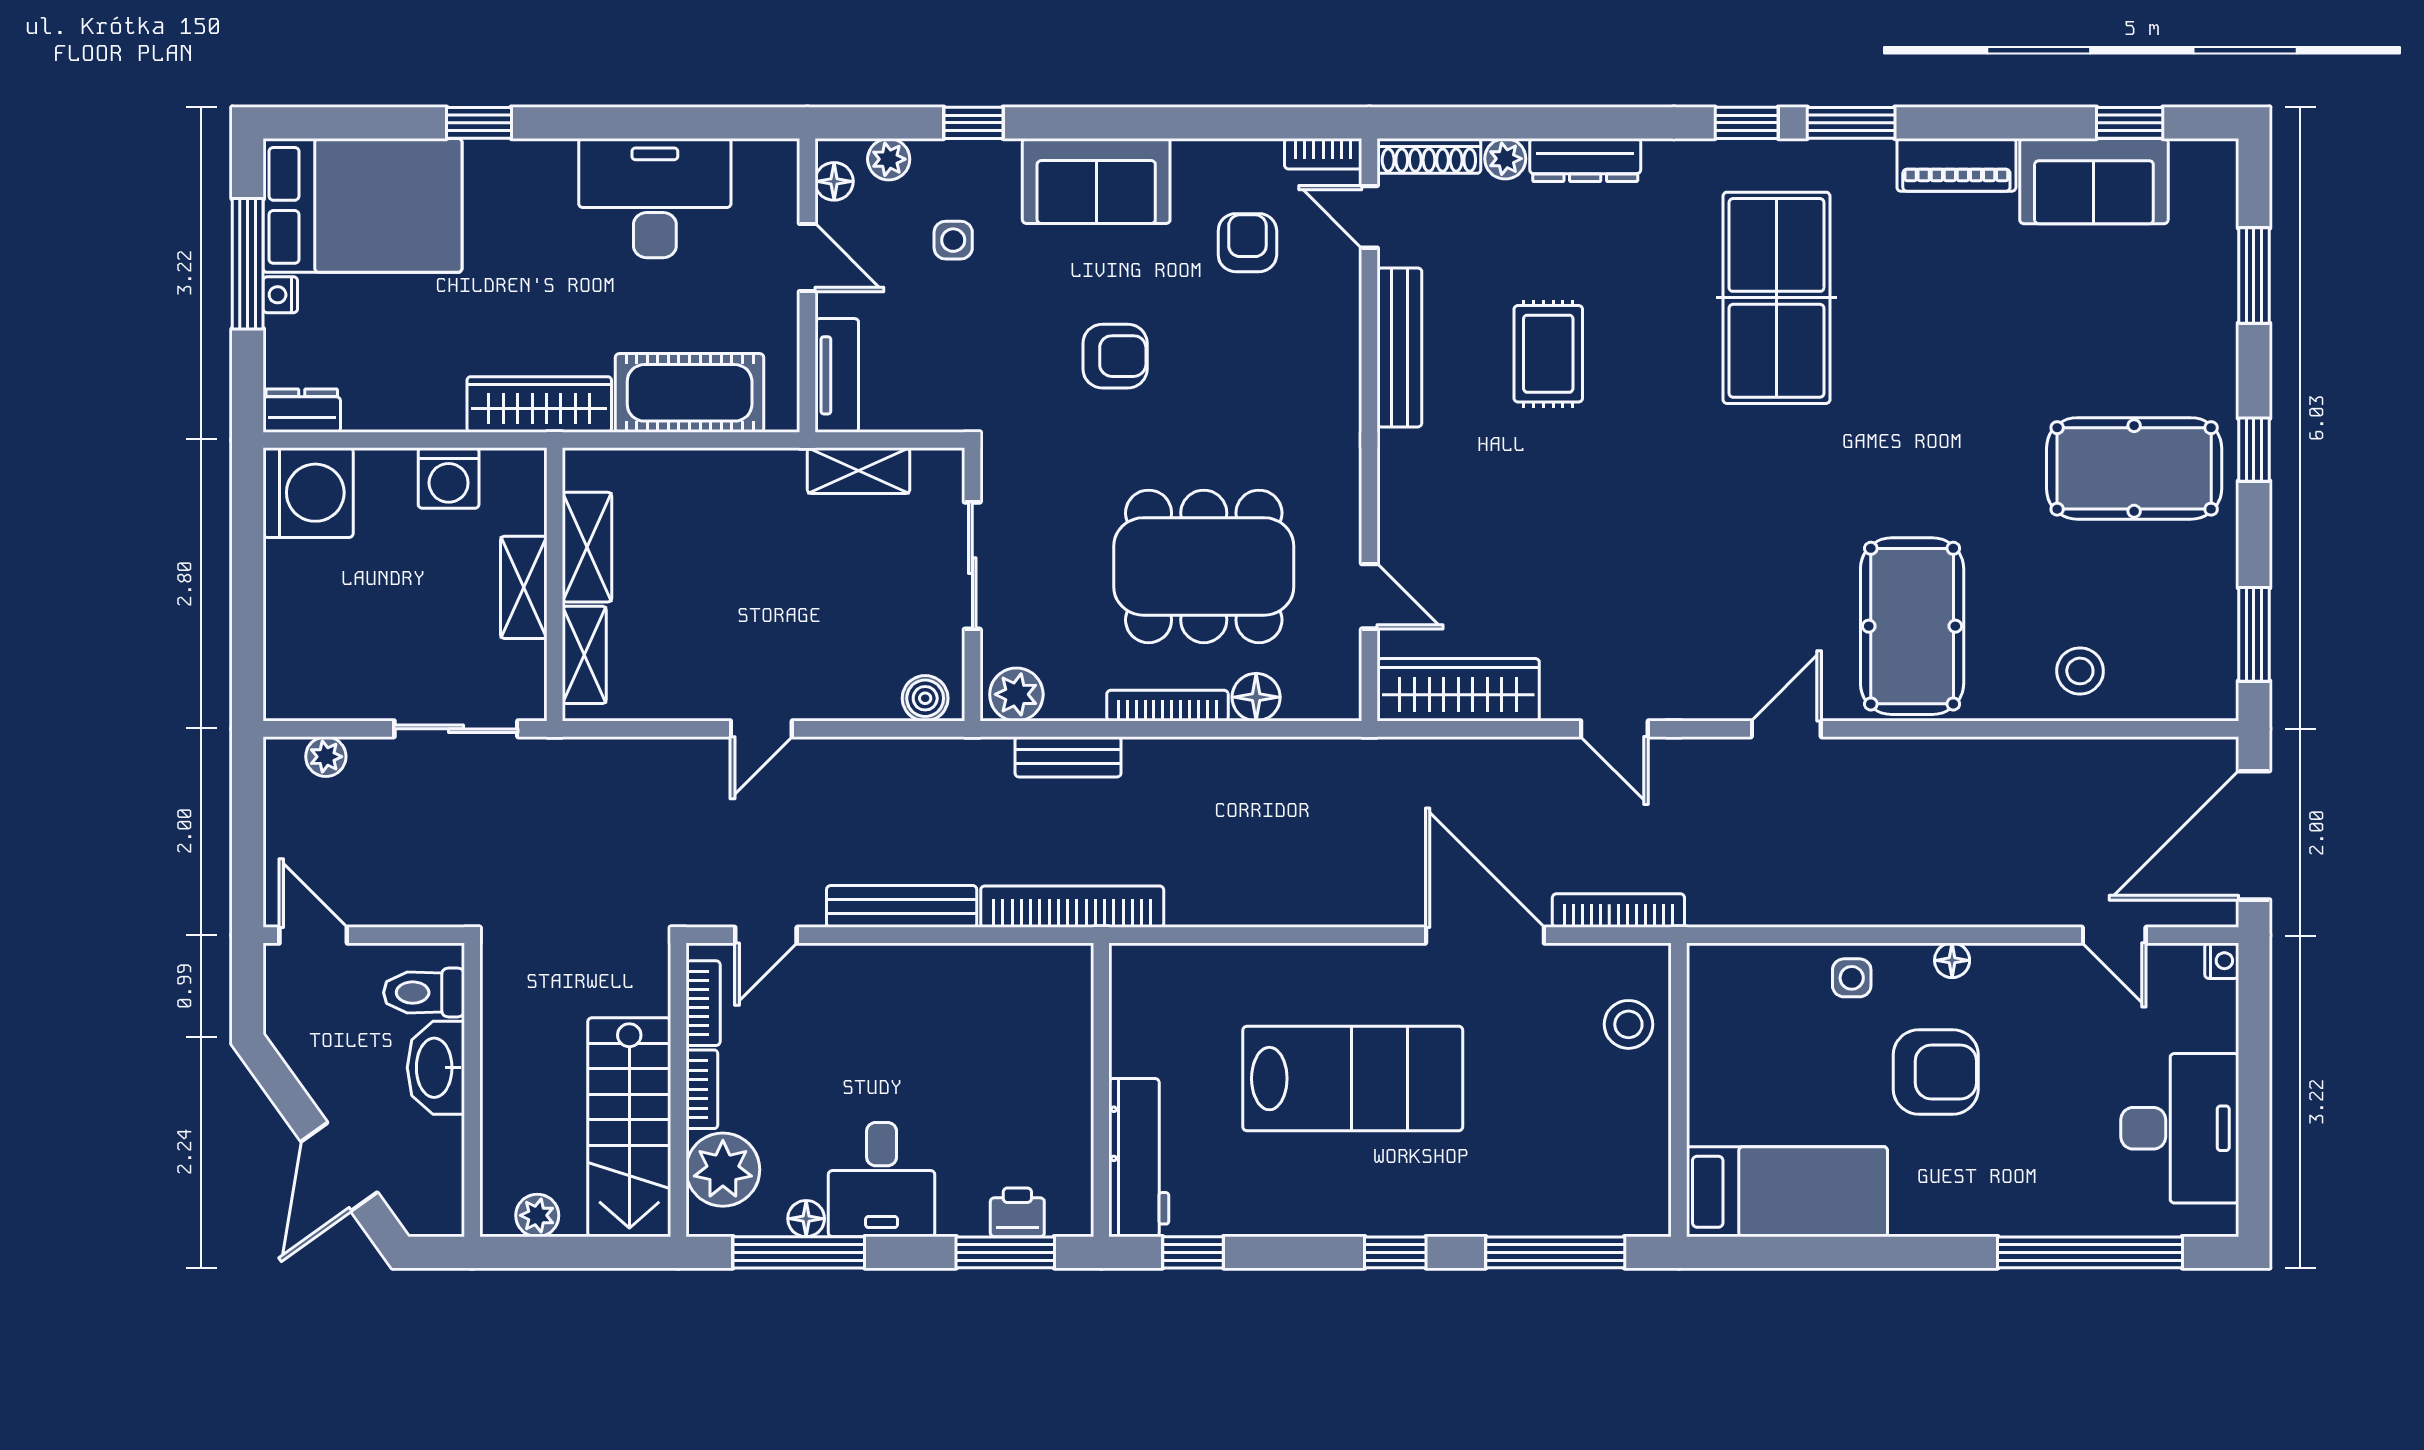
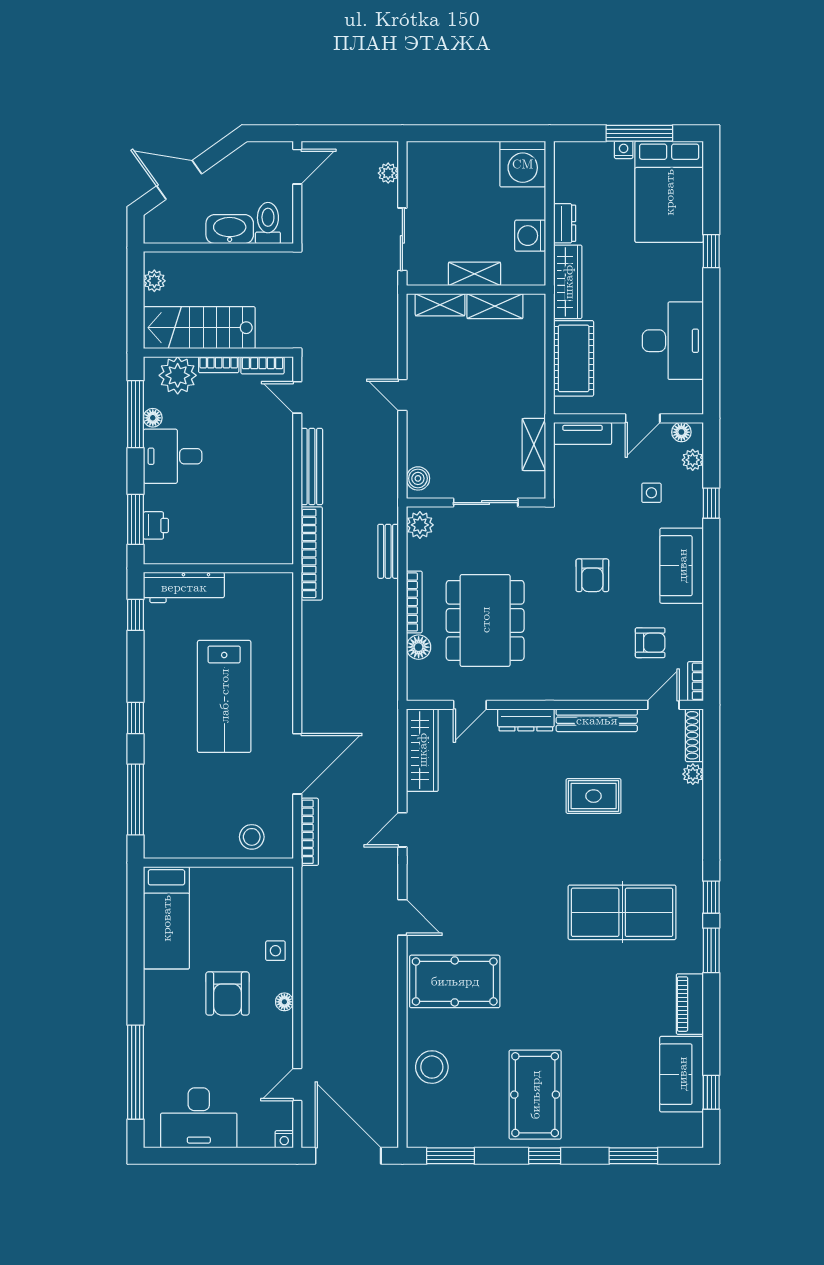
dresser: (1585, 160) -> (526, 720), moved, turned -90
dresser: (302, 411) -> (565, 223), moved
stool: (2080, 671) -> (432, 1067), width x1.38, depth x1.38

